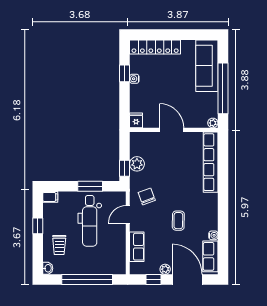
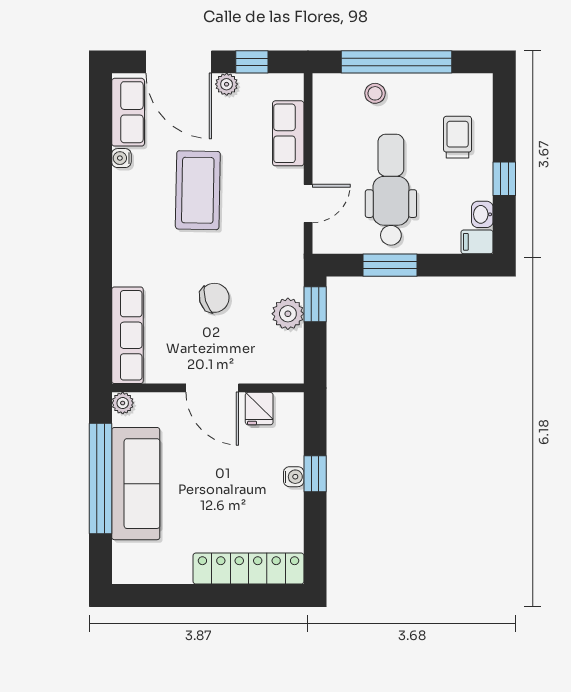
sofa: (207, 66) -> (136, 484), moved
window: (125, 73) -> (315, 474), moved
water cooler: (134, 79) -> (294, 477), moved
fridge: (136, 120) -> (259, 409), moved
row of seats: (211, 162) -> (127, 335), width x0.73
chair: (147, 196) -> (214, 298), moved, turned -87
coffee table: (178, 221) -> (198, 190), width x1.86, depth x1.72
stool: (97, 265) -> (375, 93), added
washbasin: (48, 268) -> (482, 214), moved

